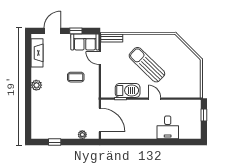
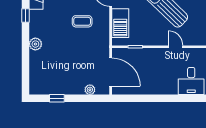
window: (28, 72) -> (26, 16), added
plant: (36, 85) -> (35, 44), moved
barbecue: (128, 90) -> (120, 23), moved, turned 90

